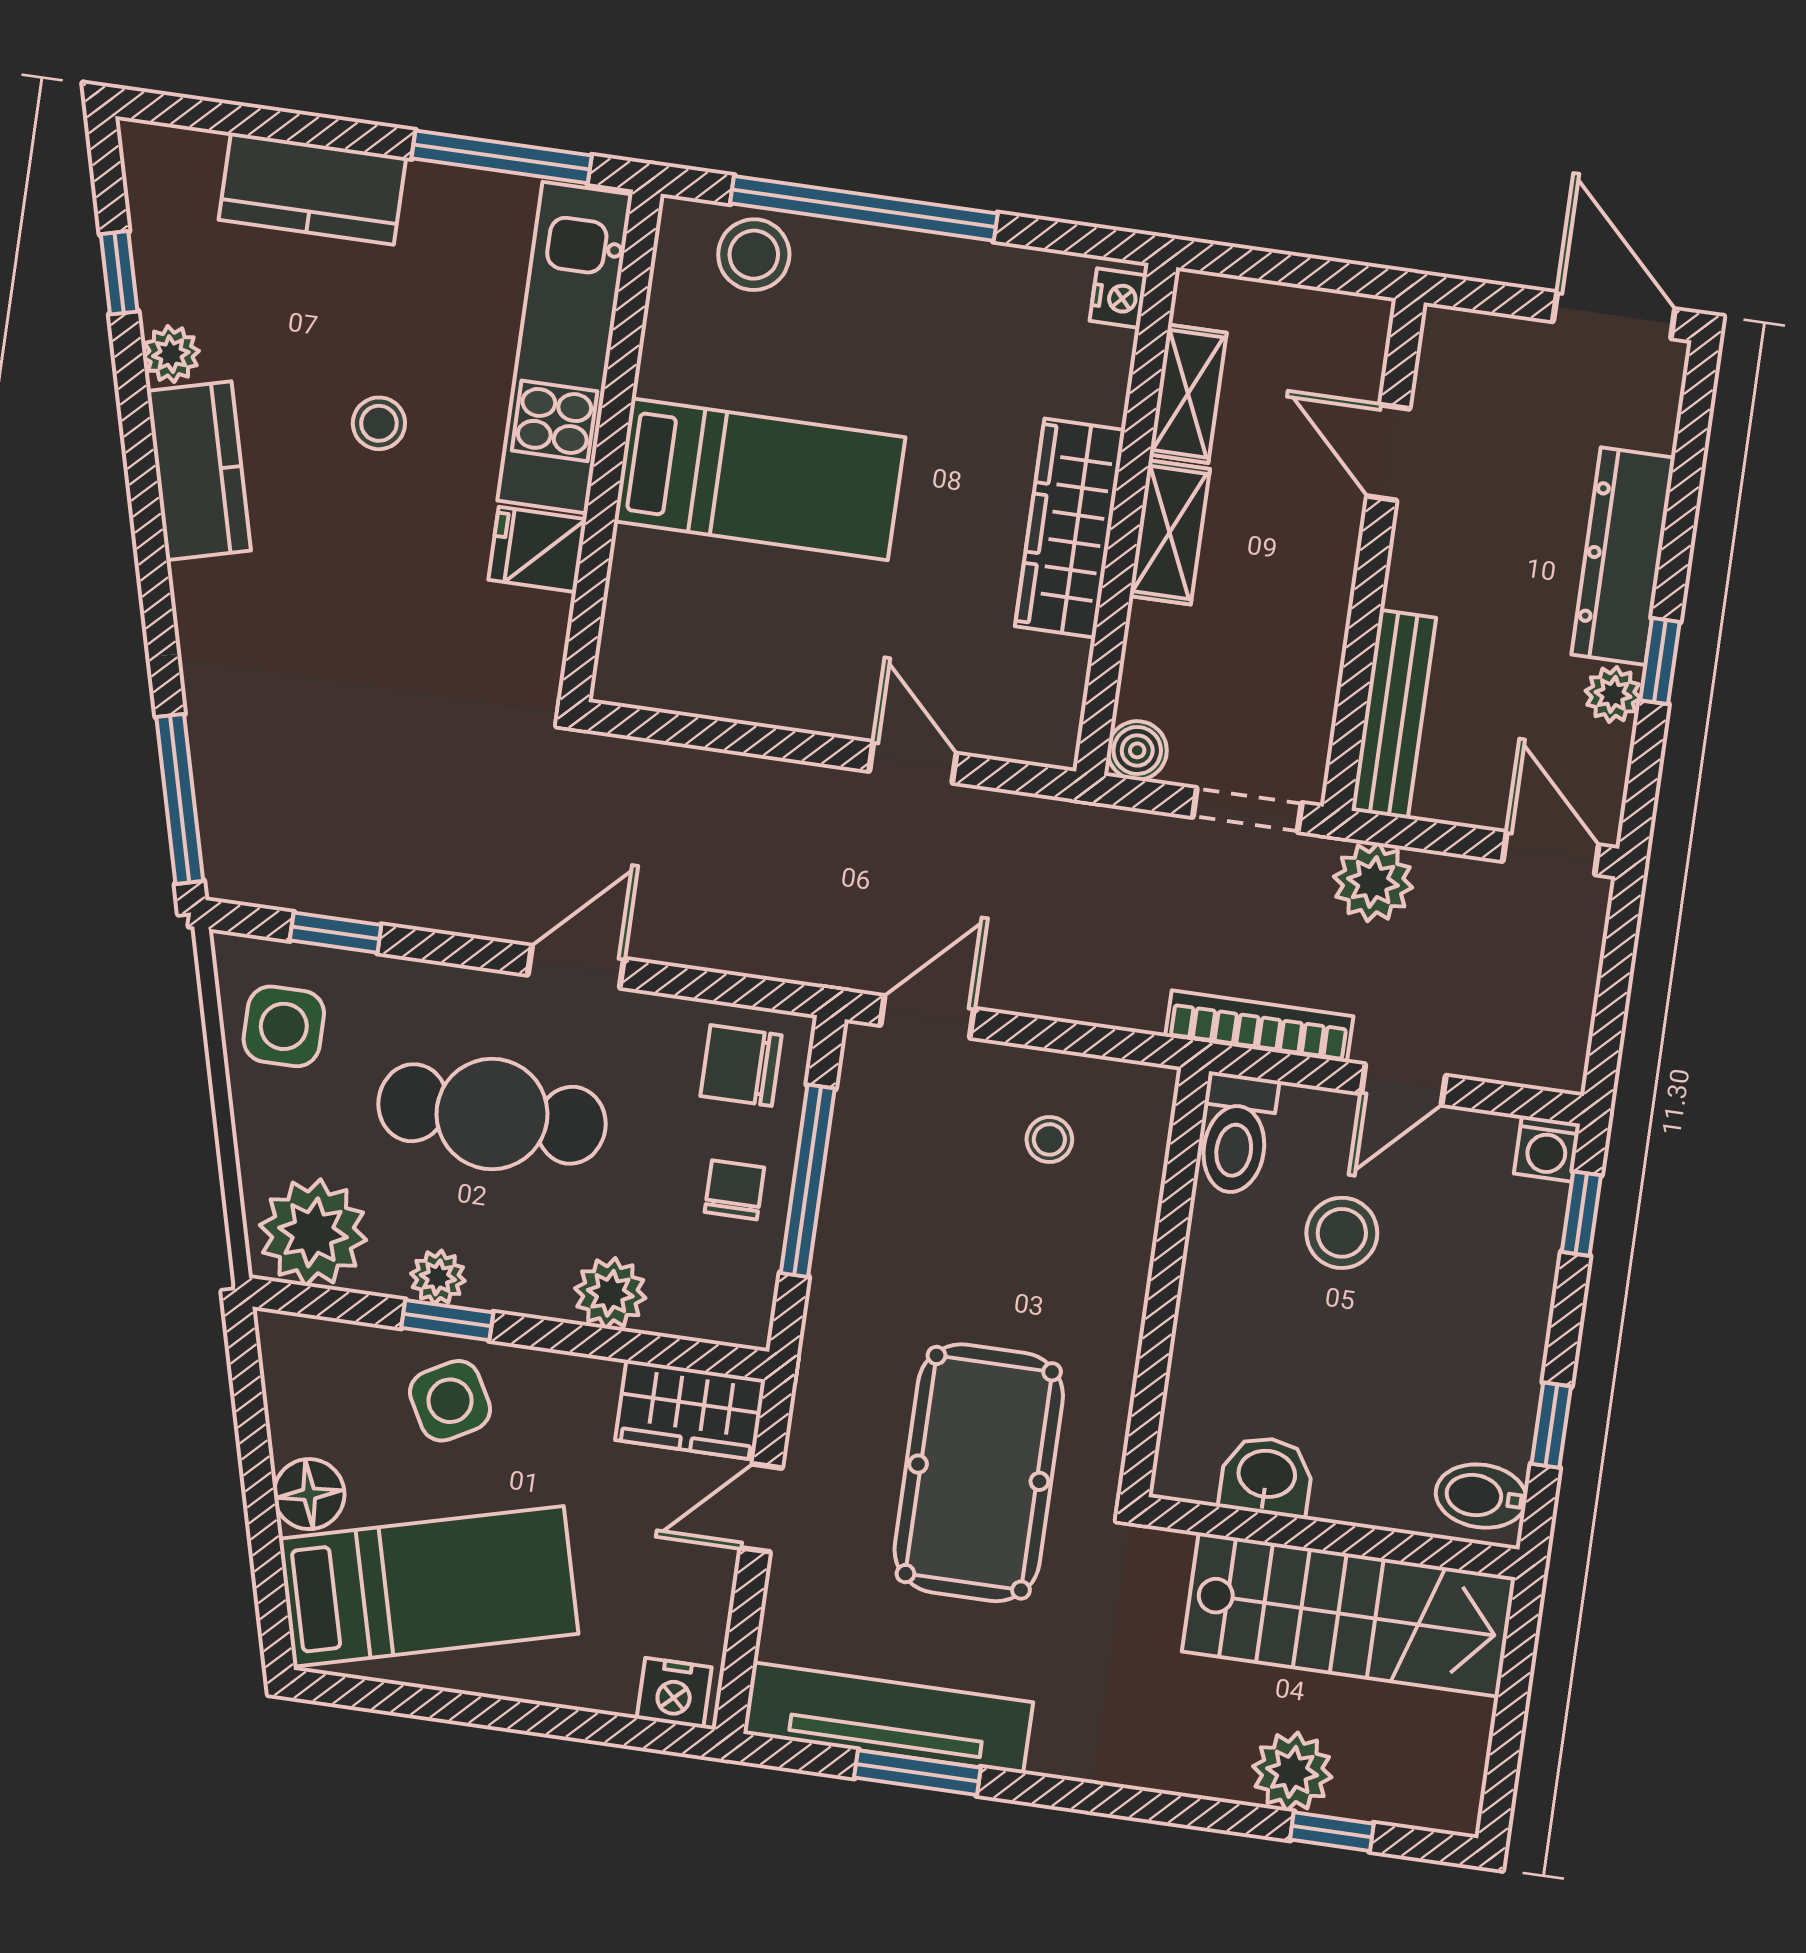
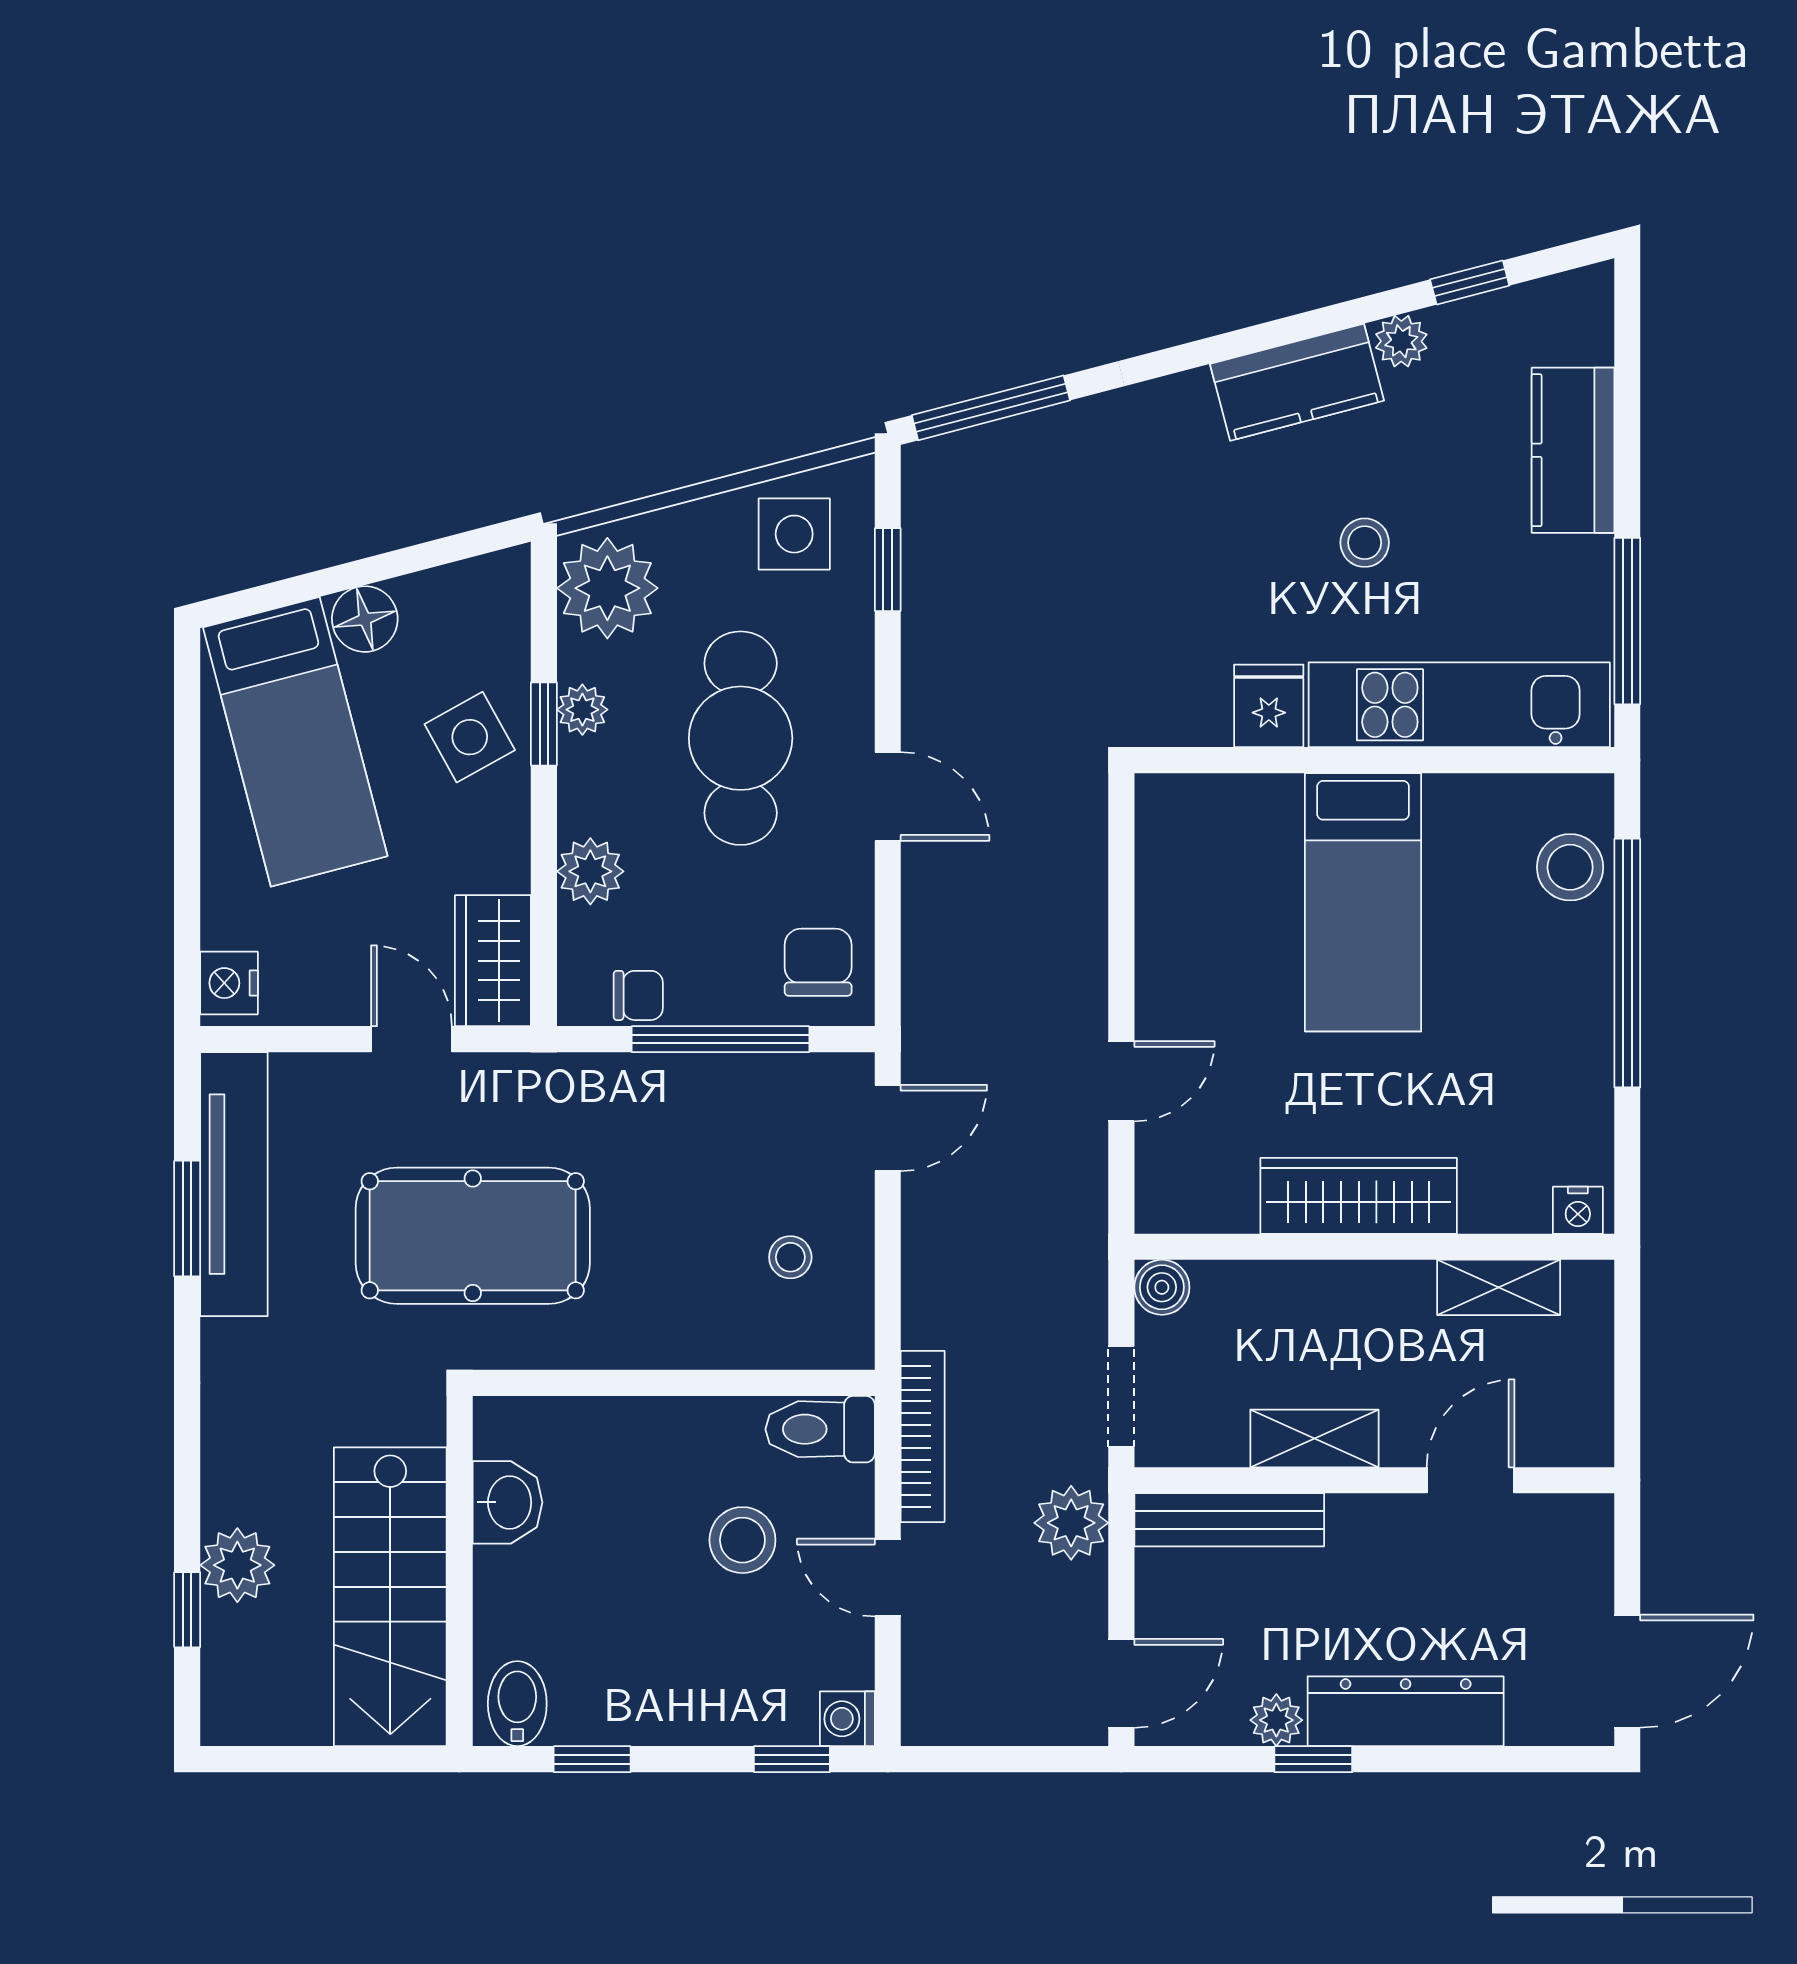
shelving: (1170, 532) -> (1314, 1438), moved
door: (927, 1017) -> (888, 1128), hinge flipped
chair: (734, 1190) -> (638, 995), moved

